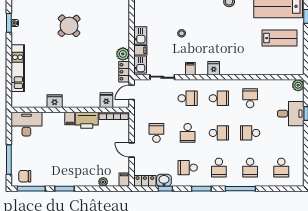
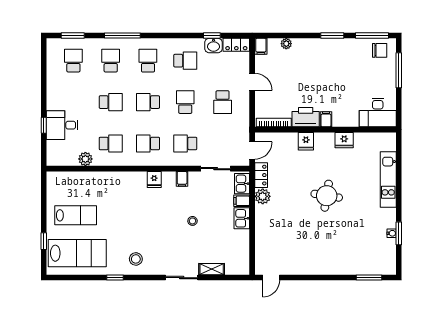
round table: (69, 26) -> (327, 196), moved, turned -37
lab bench: (279, 38) -> (76, 215), turned 180
plant: (298, 85) -> (85, 159), moved
school desk: (250, 98) -> (111, 143), turned -90
fridge: (106, 100) -> (306, 141), moved
window: (201, 189) -> (73, 36), moved

